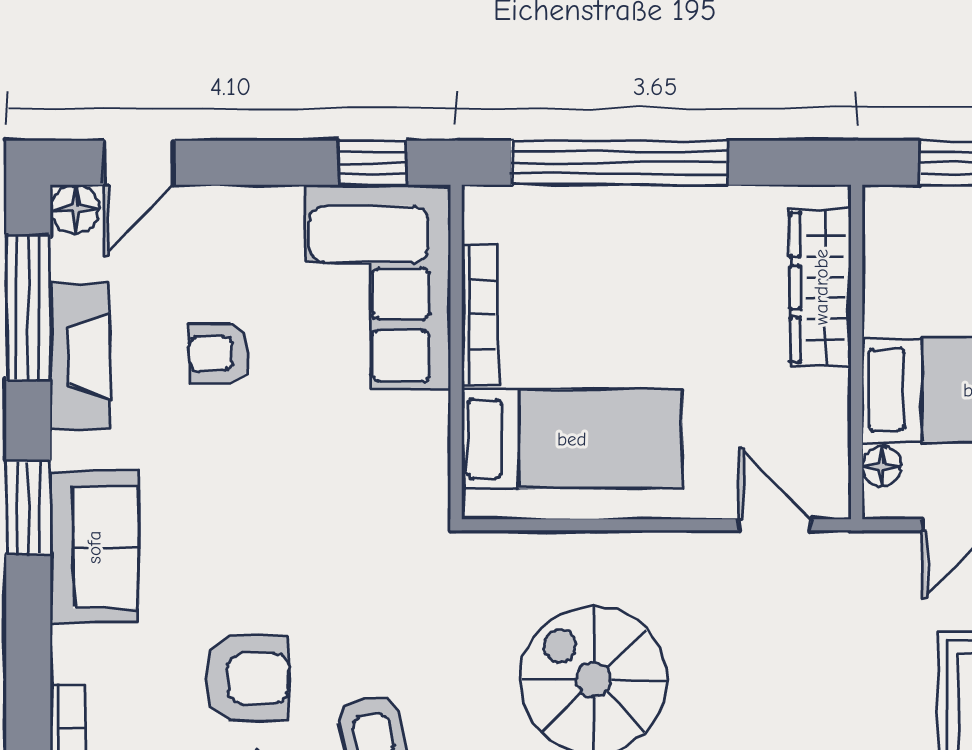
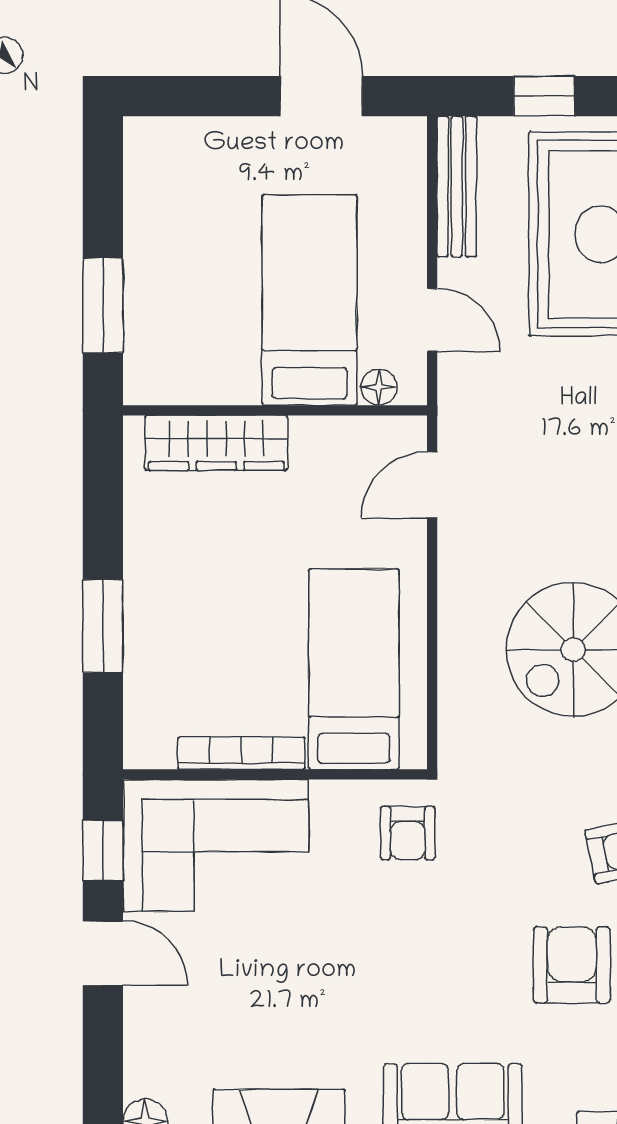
door: (139, 163) -> (103, 953), moved
window: (619, 163) -> (103, 626), width x0.47
armchair: (219, 354) -> (408, 833), moved

